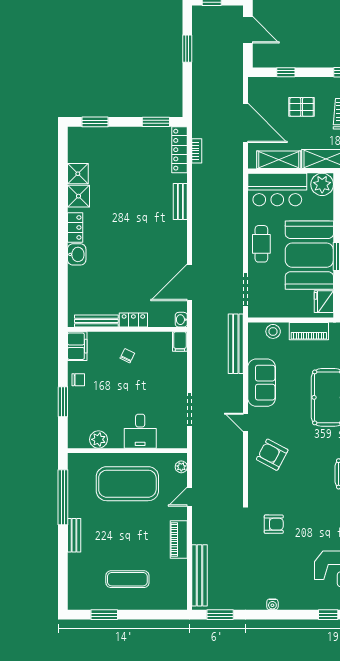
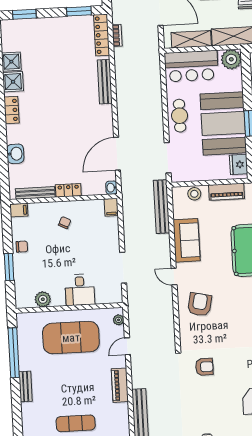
bench: (180, 202) -> (105, 82), width x1.36
washbasin: (77, 254) -> (15, 154), moved
filing cabinet: (77, 346) -> (19, 210), width x0.50
armchair: (272, 455) -> (200, 304), turned 74

